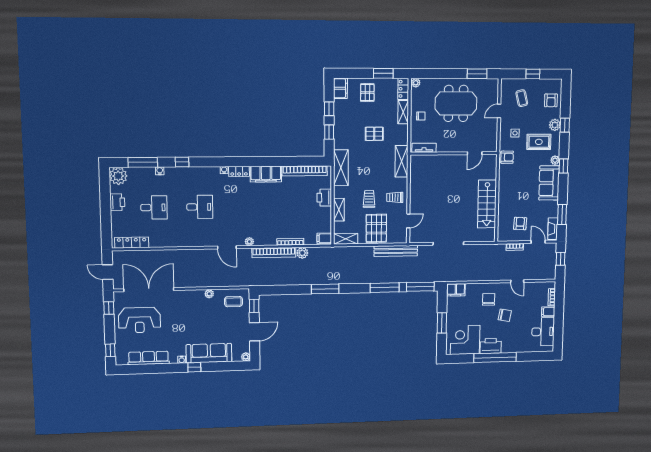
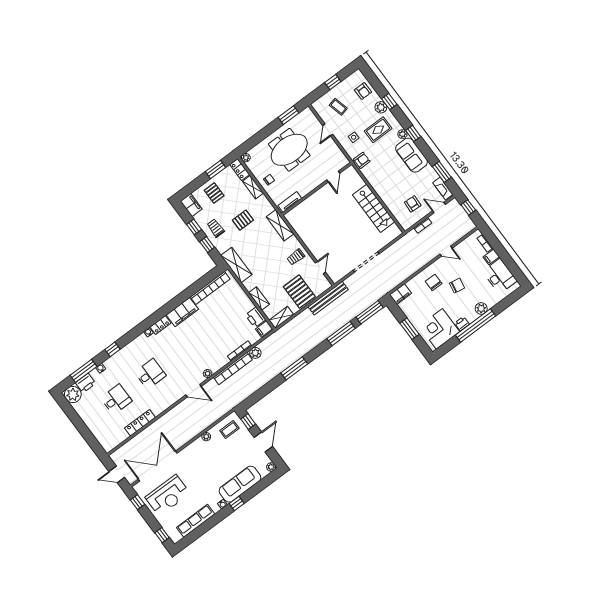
printer: (324, 198) -> (256, 317), moved
trolley: (369, 199) -> (216, 228), moved
printer: (117, 202) -> (86, 383), moved, turned 90
locker: (132, 243) -> (140, 423), moved
printer: (491, 346) -> (462, 324), width x0.53, depth x0.68
plant: (510, 347) -> (481, 309), added

